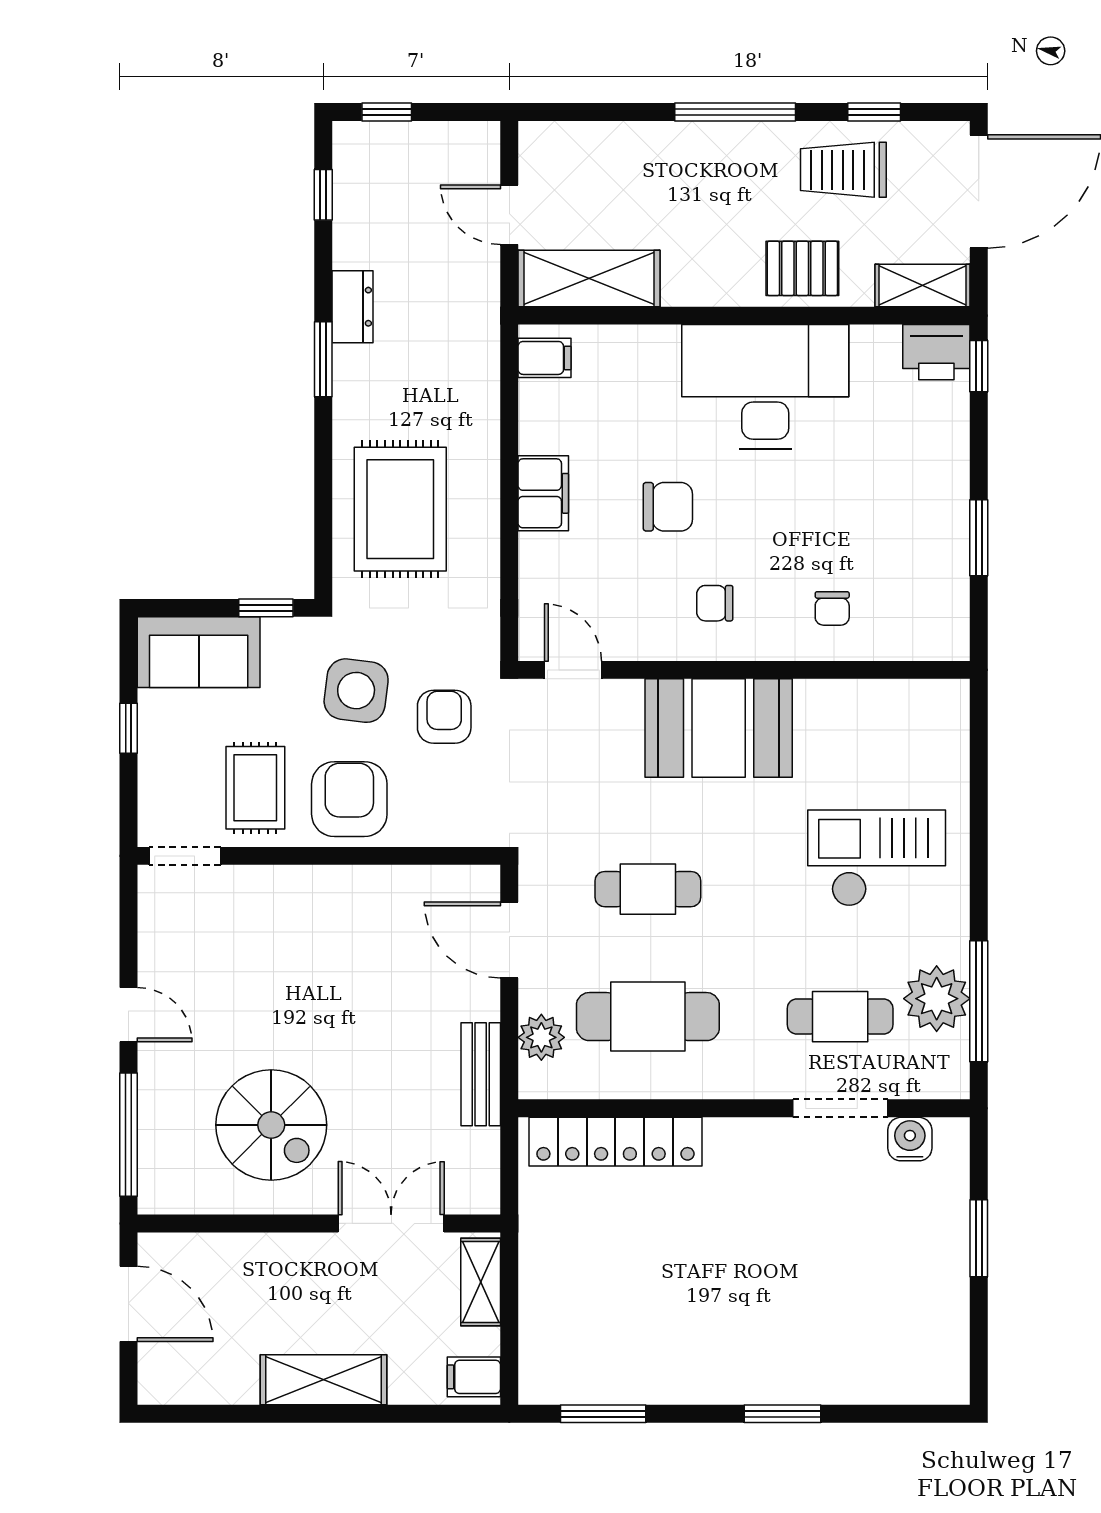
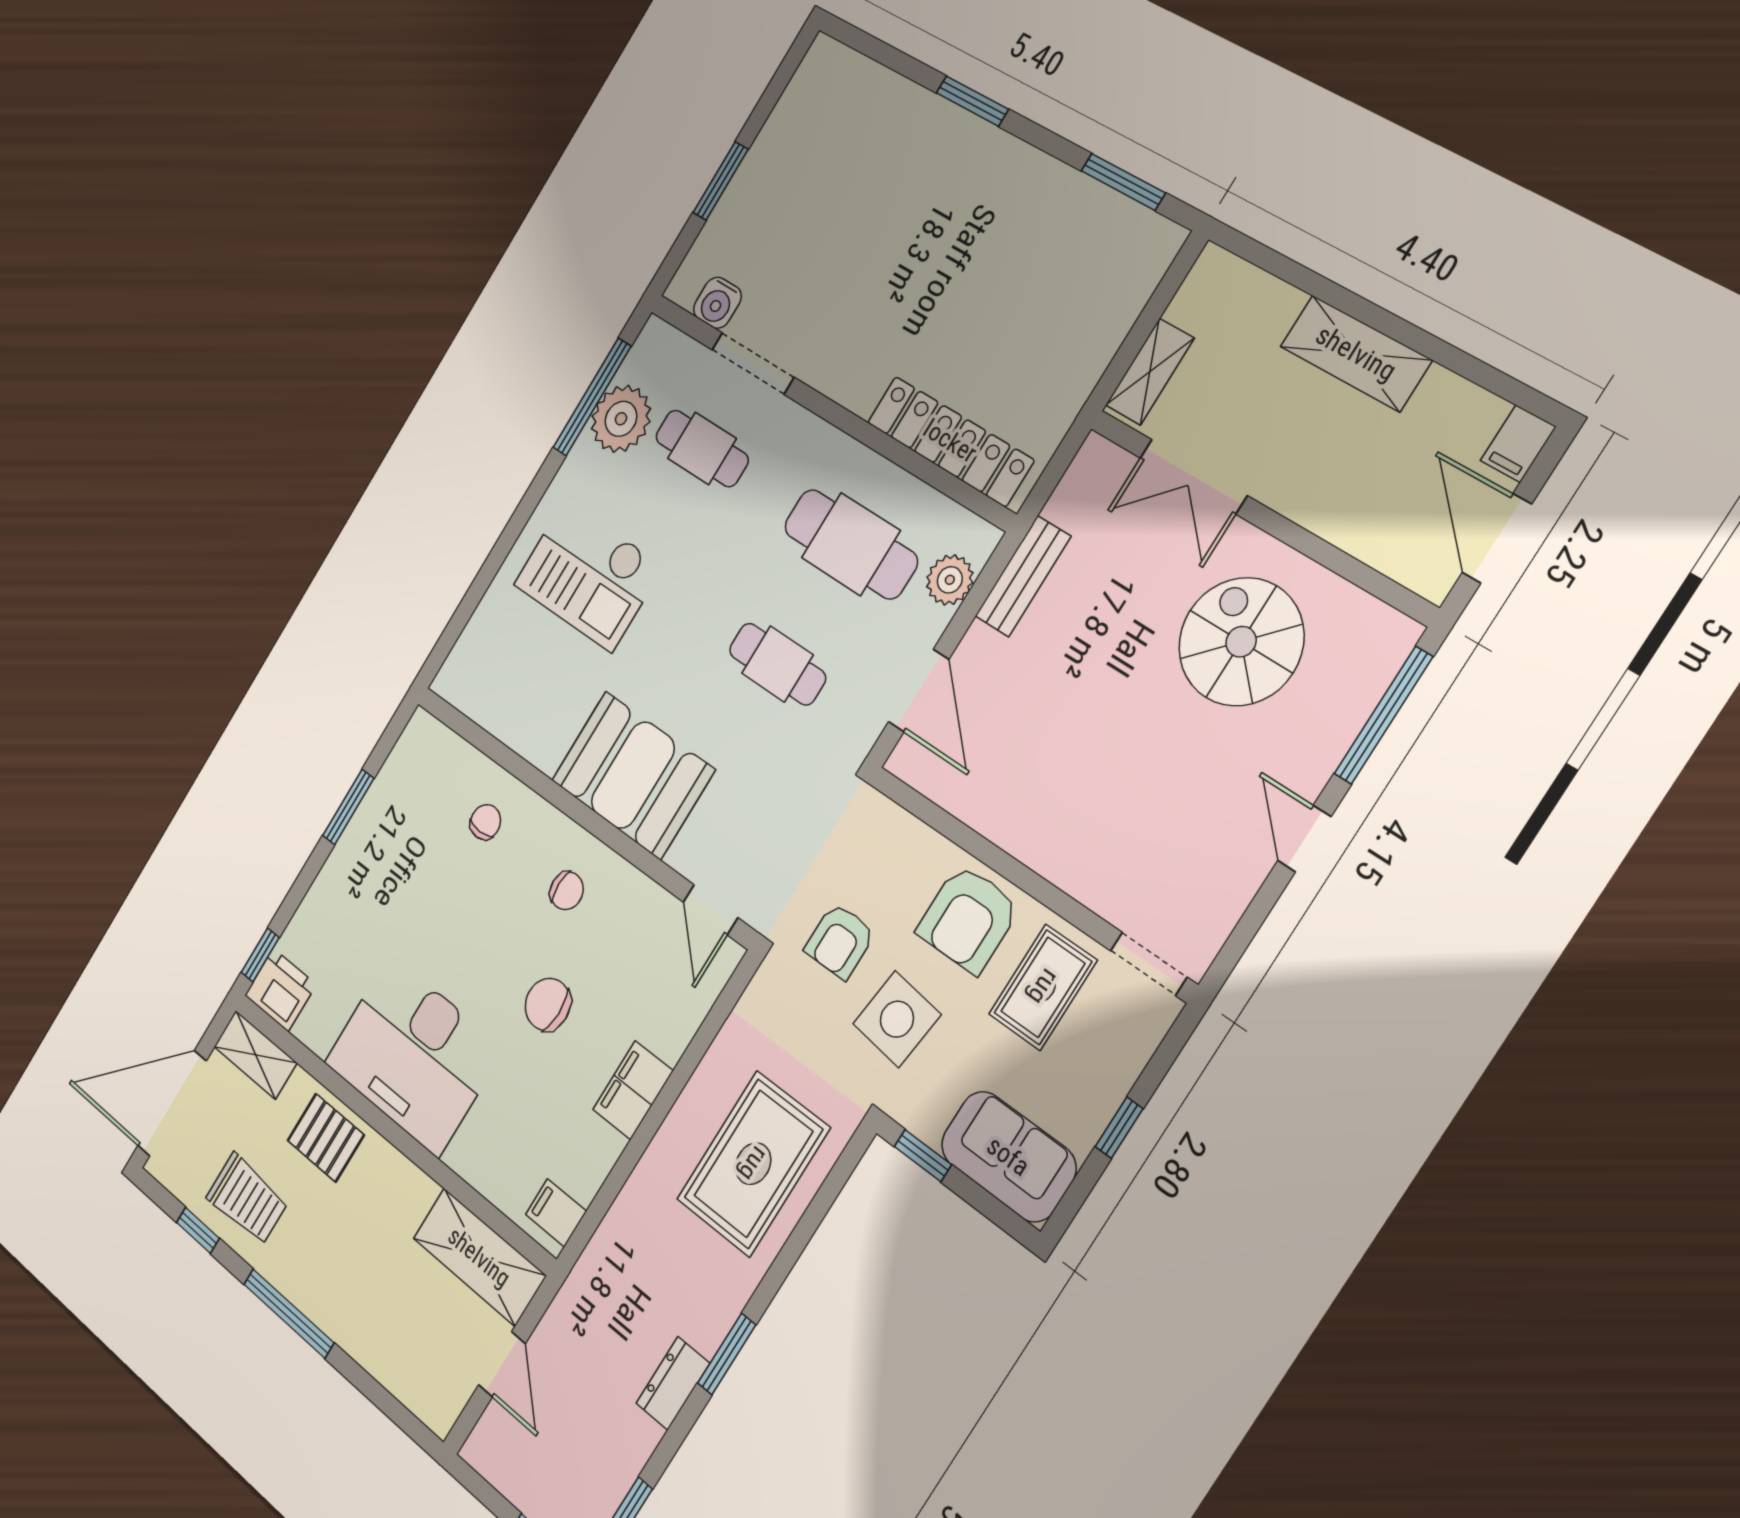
filing cabinet: (474, 1377) -> (1518, 444), moved, turned 90

